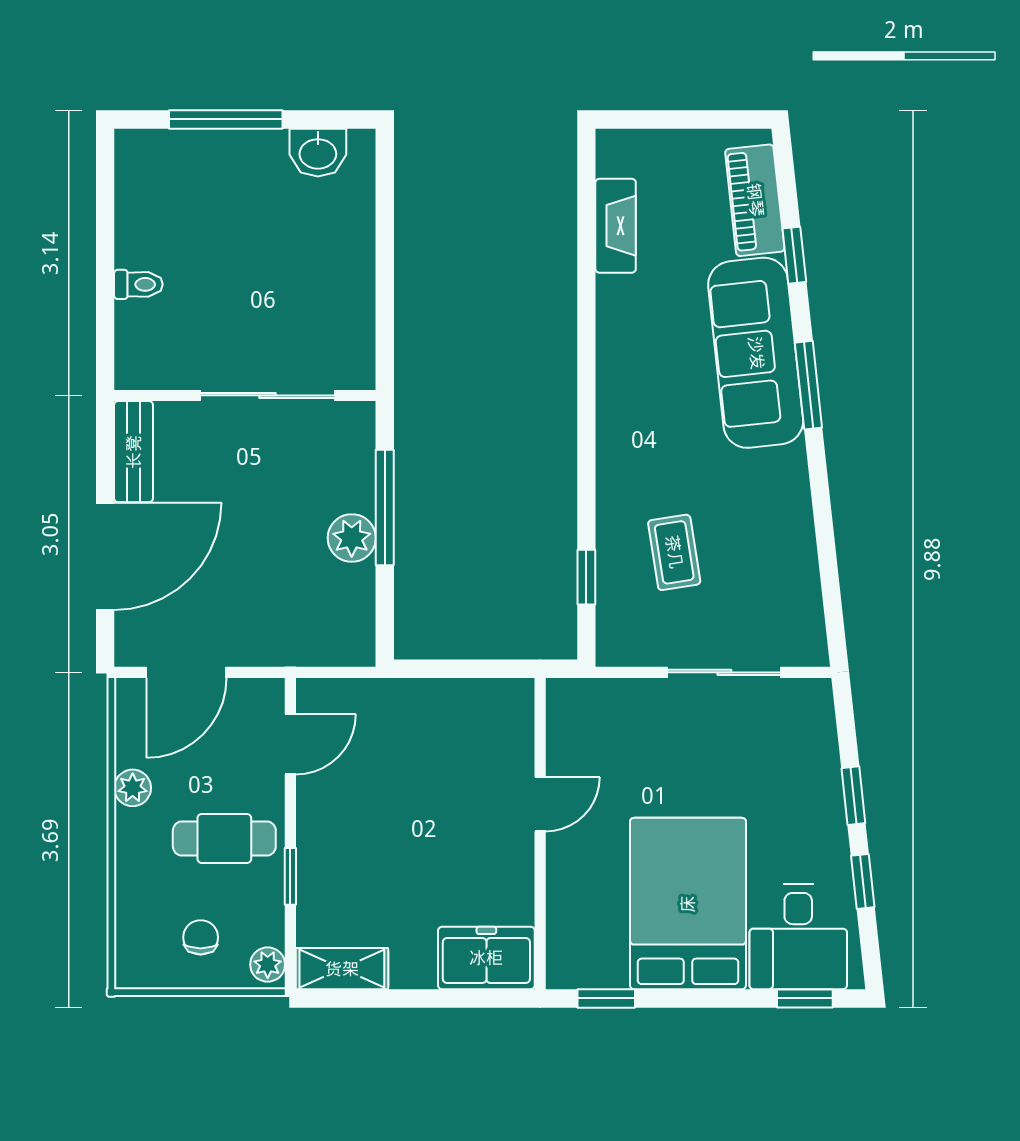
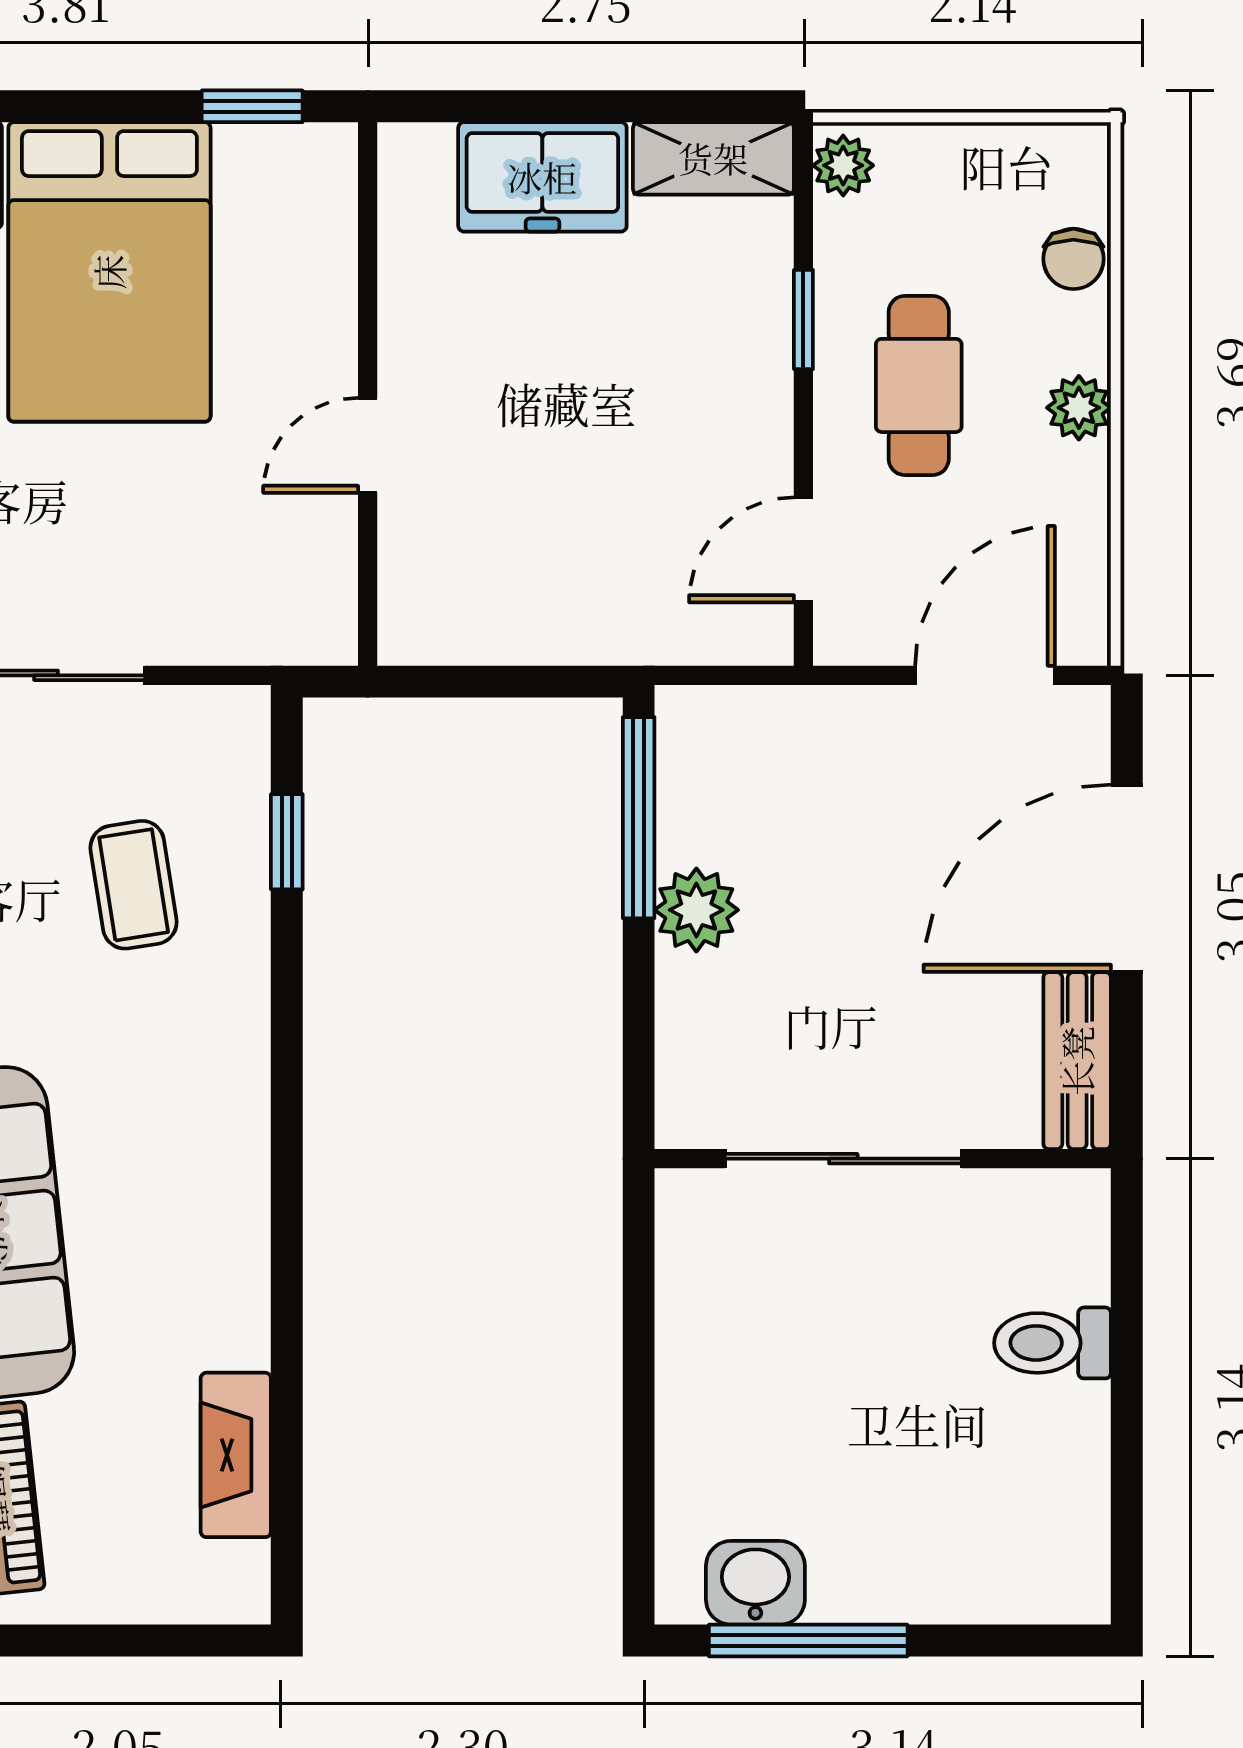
window: (226, 119) -> (808, 1640), moved
toilet: (138, 284) -> (1052, 1343), width x1.37, depth x1.39
window: (385, 508) -> (639, 818), moved
plant: (133, 788) -> (1079, 408), moved
cafe table: (224, 839) -> (919, 385), turned 90
chair: (201, 937) -> (1073, 259), moved
freezer: (486, 958) -> (542, 177), moved

